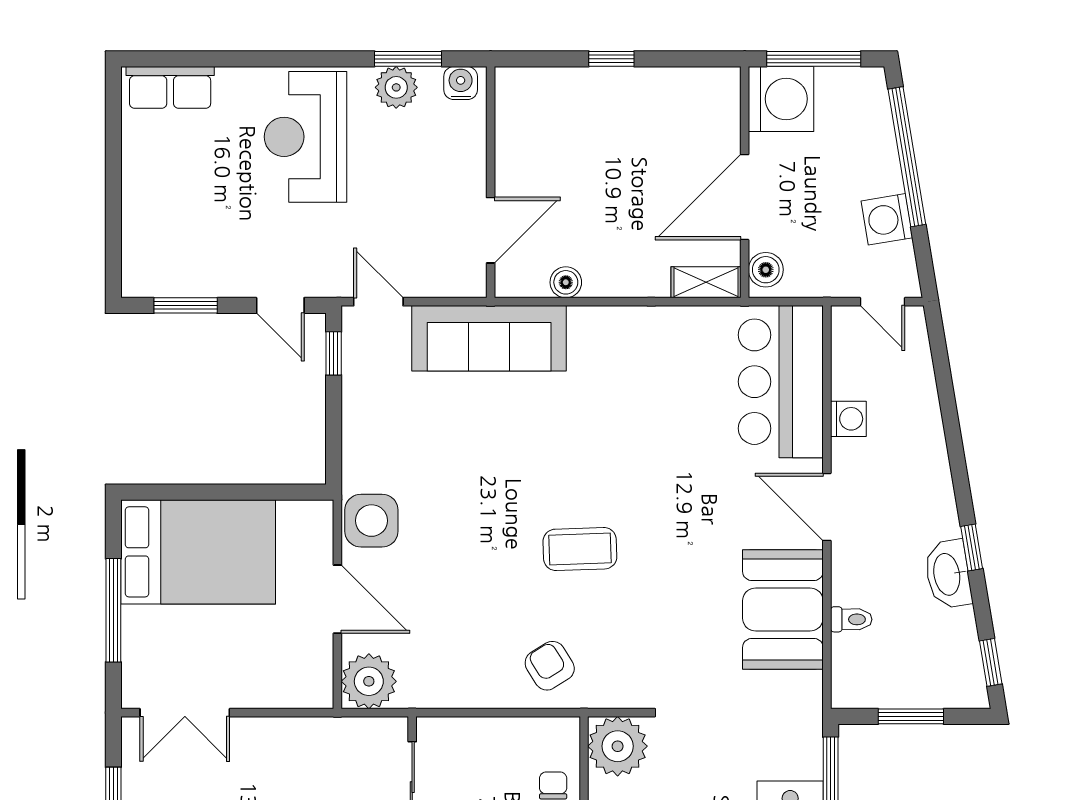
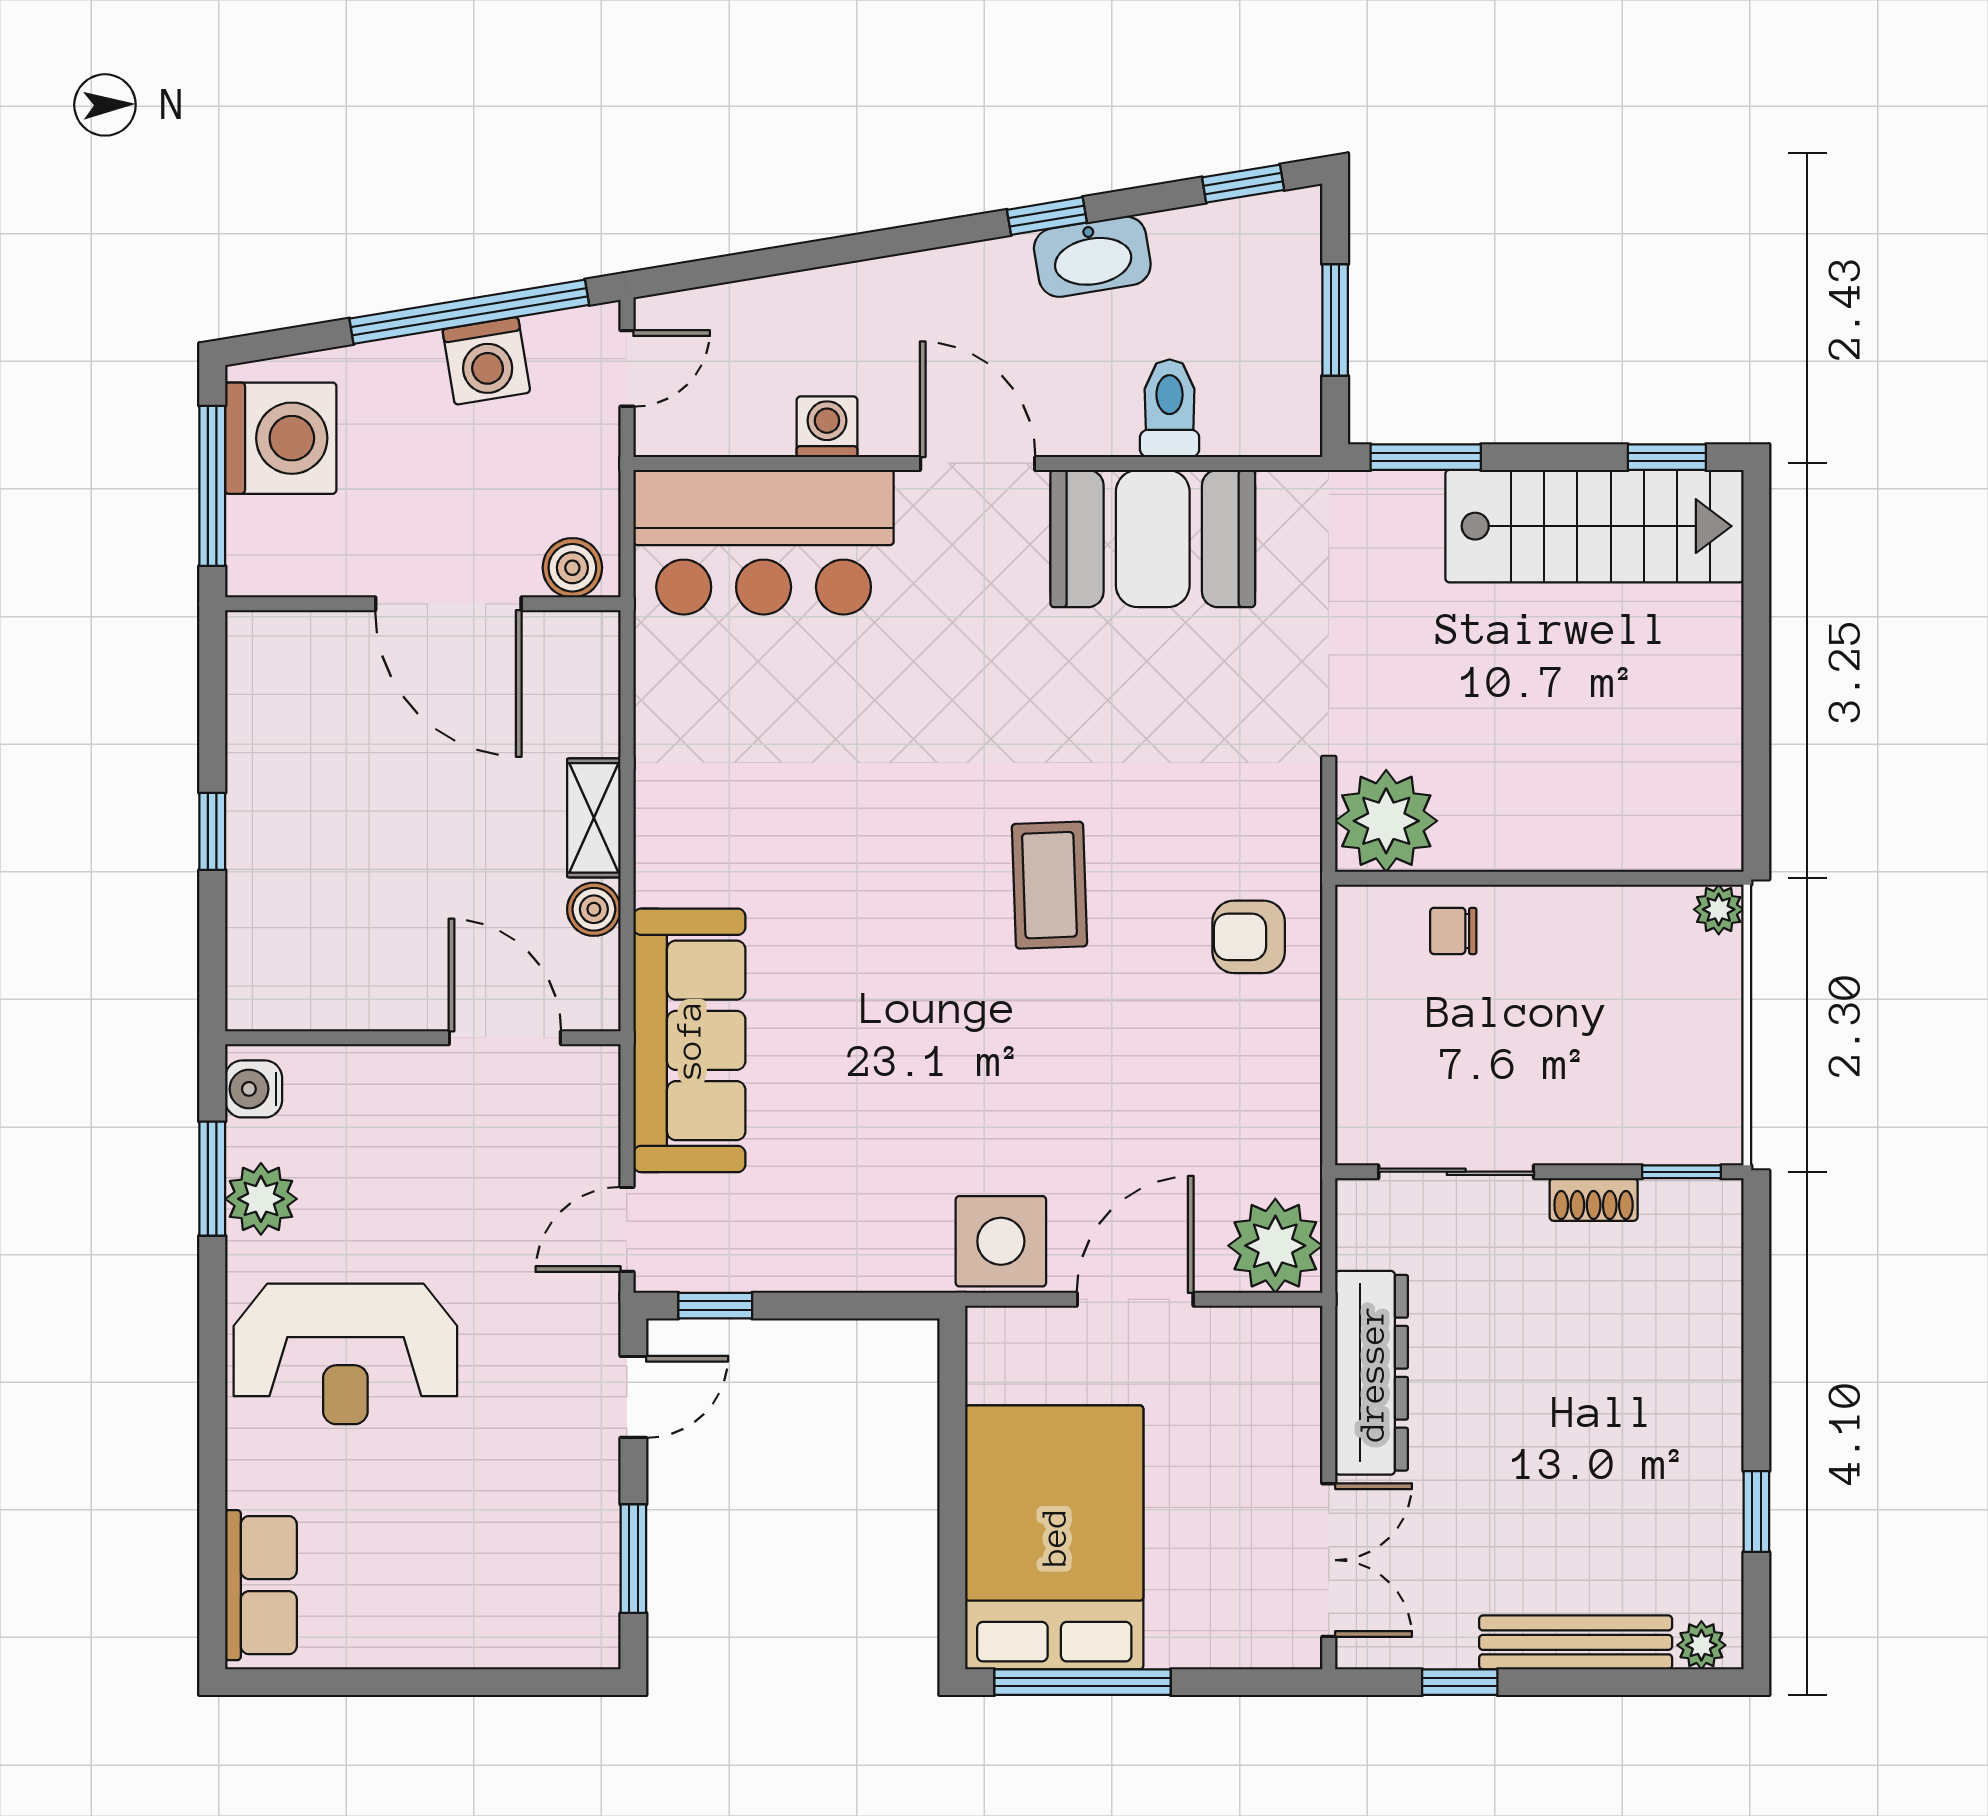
washing machine: (781, 99) -> (281, 438), moved, turned 90
window: (907, 157) -> (469, 312), moved
shelving: (706, 282) -> (594, 818), moved
door: (827, 507) -> (978, 463), swing flipped
window: (113, 610) -> (1083, 1682), moved
toilet: (851, 619) -> (1170, 408), width x1.37, depth x1.39
armchair: (550, 666) -> (1249, 937), turned 32
dresser: (294, 738) -> (1372, 1373), added

